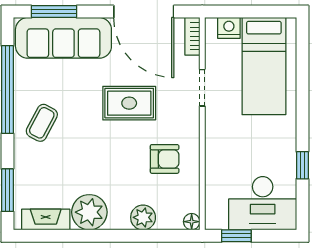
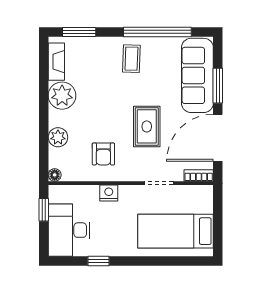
window: (54, 12) -> (218, 86), moved
nightstand: (229, 28) -> (109, 193), moved, turned -90
coffee table: (42, 123) -> (131, 59), turned 64

